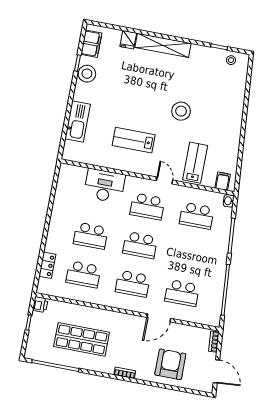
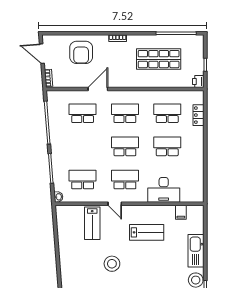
kitchen sink: (78, 122) -> (196, 251), moved
filing cabinet: (223, 181) -> (181, 212), moved

